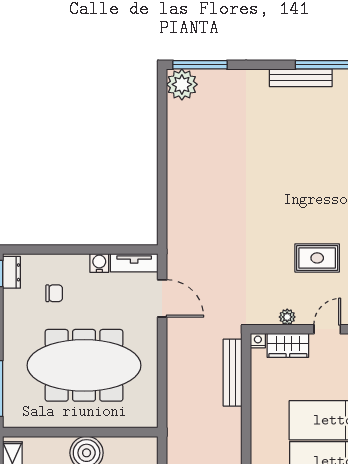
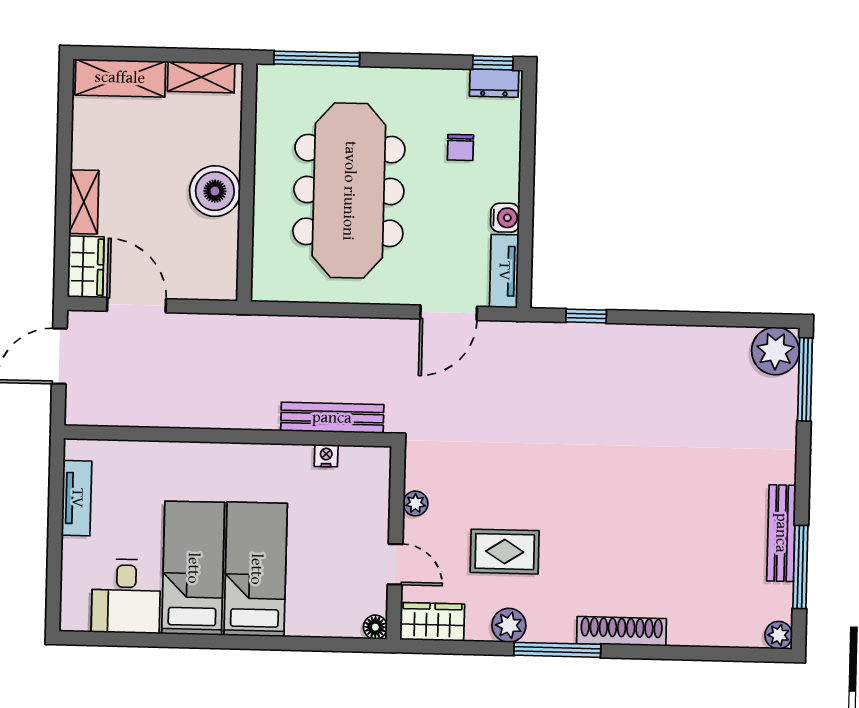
window: (162, 209) -> (586, 316), added
rug: (317, 258) -> (505, 552), turned 90
nightstand: (258, 341) -> (326, 456), moved, turned -90
wardrobe: (288, 345) -> (372, 503), removed

